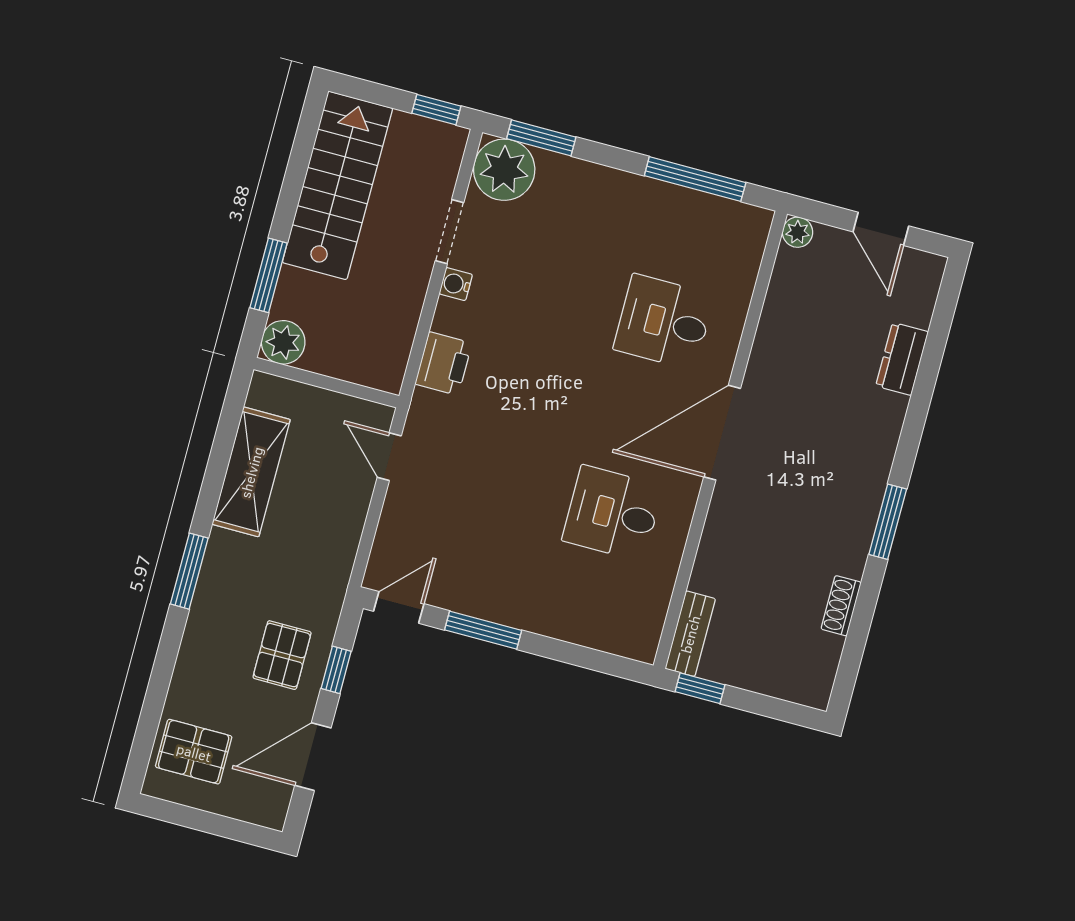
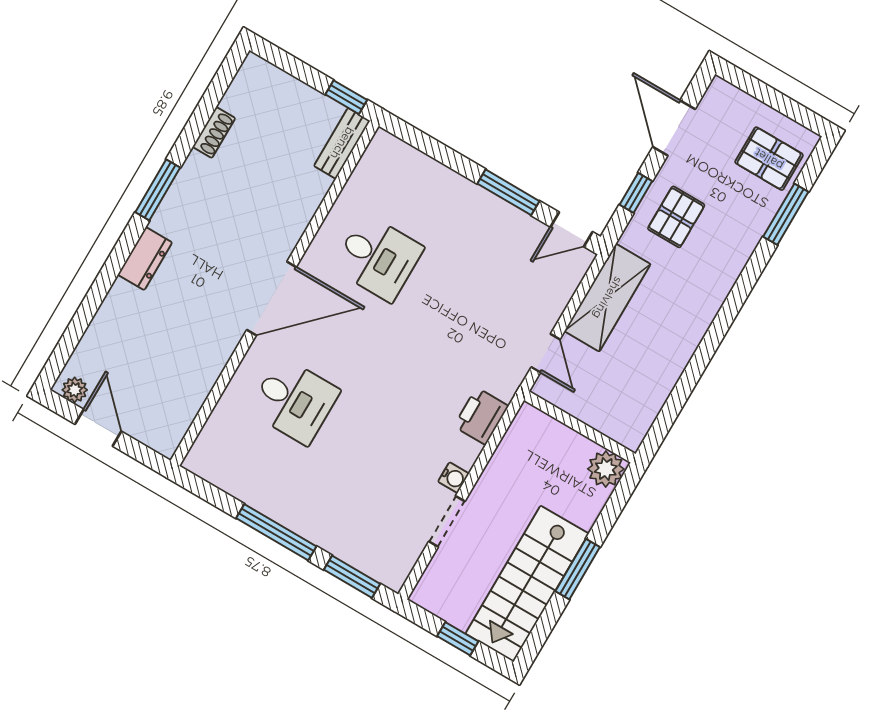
window: (436, 110) -> (458, 639), moved
plant: (504, 170) -> (389, 559), removed
window: (695, 179) -> (276, 532), moved
plant: (798, 232) -> (75, 390), moved
window: (268, 275) -> (578, 569), moved
dresser: (902, 359) -> (145, 259), moved
shelving: (251, 472) -> (607, 298), moved
window: (189, 571) -> (786, 214), moved
door: (313, 757) -> (674, 128), swing flipped

